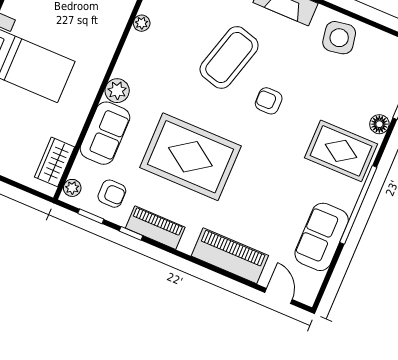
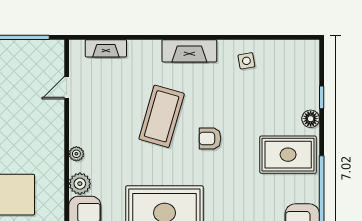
plant: (142, 23) -> (76, 154), moved
side table: (339, 38) -> (246, 61), width x0.54, depth x0.54

